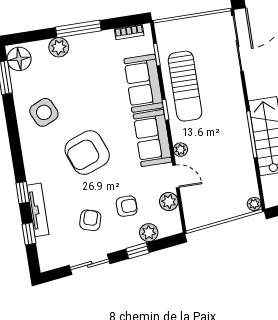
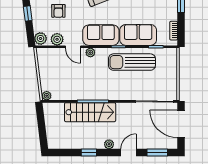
door: (176, 176) -> (73, 47), hinge flipped
plant: (149, 233) -> (40, 38), moved

